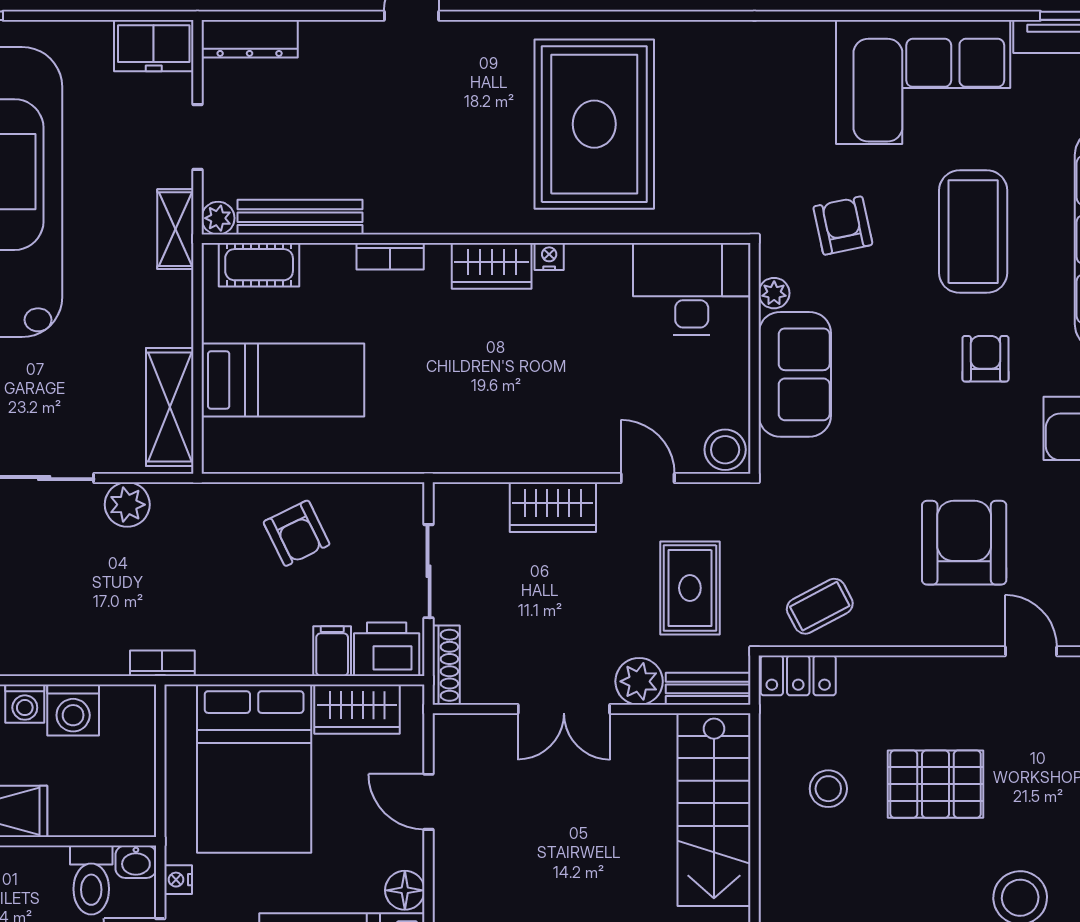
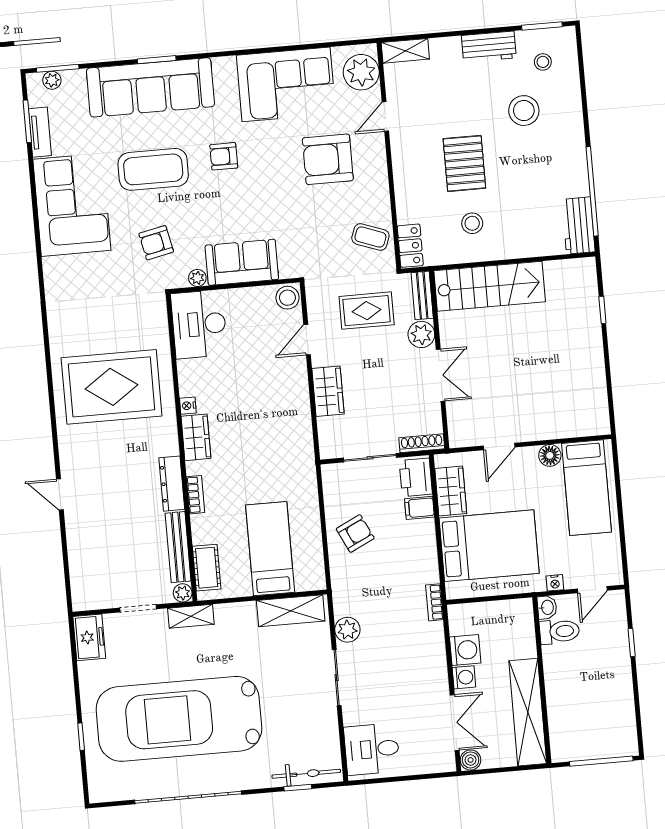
dresser: (250, 39) -> (172, 484), moved, turned 180
coffee table: (820, 606) -> (370, 237), turned -42

